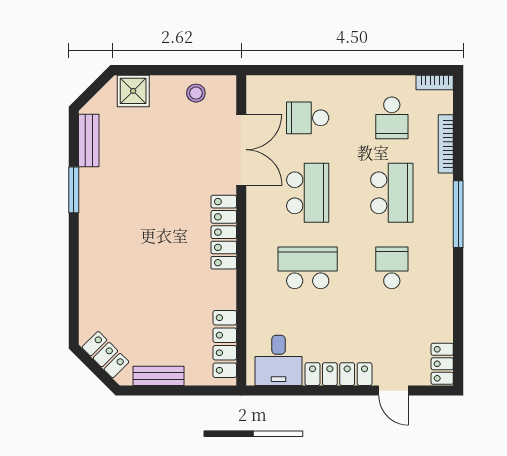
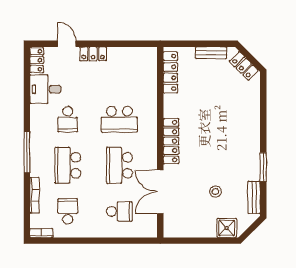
stool: (196, 93) -> (216, 191), moved
desk: (279, 360) -> (45, 89), moved, turned -90
locker: (339, 374) -> (93, 54), width x0.66

